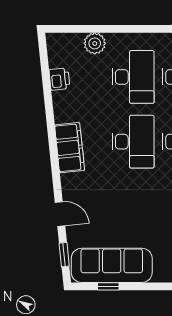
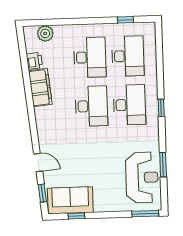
plant: (95, 43) -> (45, 33), moved
filing cabinet: (70, 148) -> (40, 88), moved
sofa: (112, 265) -> (70, 200), width x0.73

